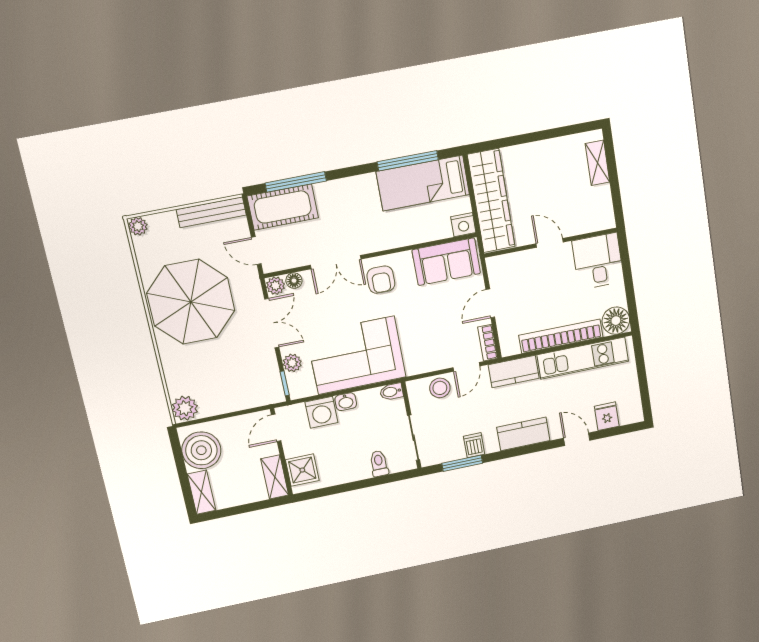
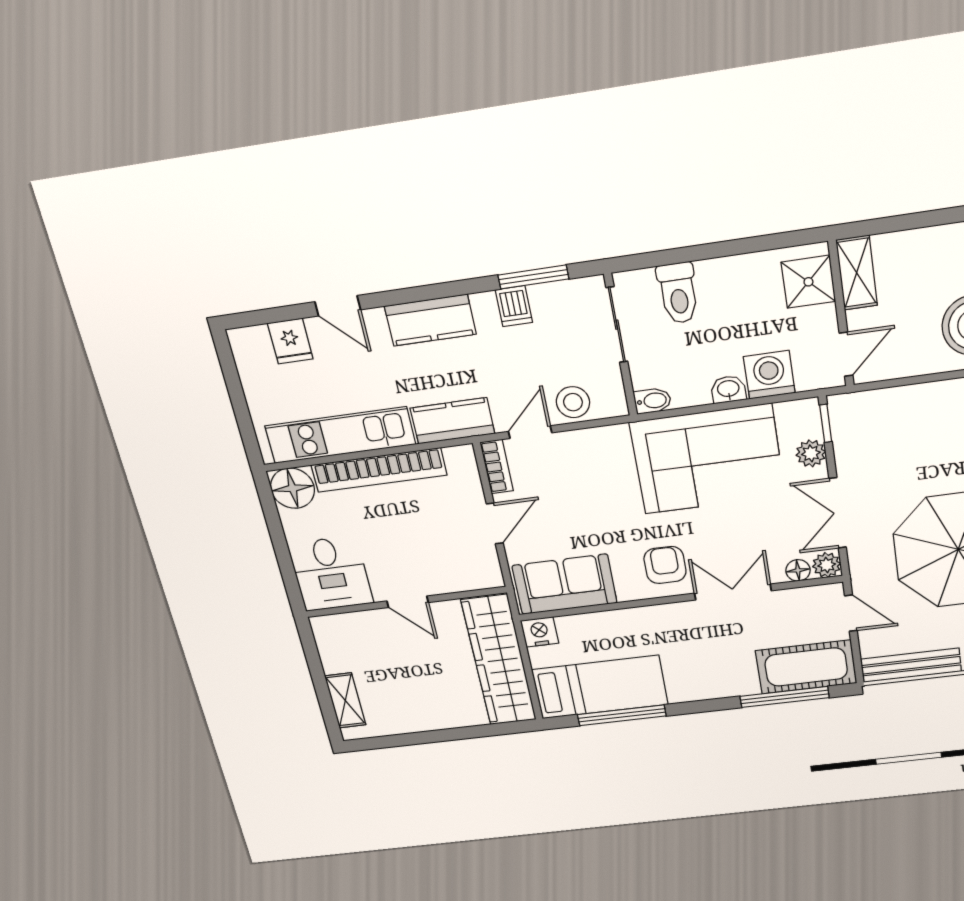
toilet: (379, 464) -> (678, 293), width x1.37, depth x1.39

